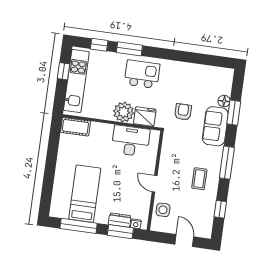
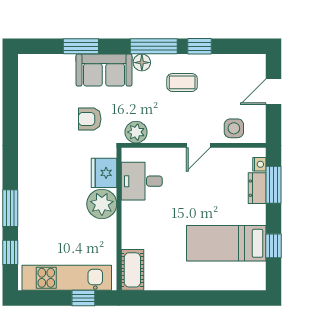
window: (64, 71) -> (83, 298), moved
kitchen island: (142, 74) -> (44, 185), removed
floor lamp: (224, 101) -> (142, 63), moved
desk: (131, 141) -> (142, 181), width x0.73
plant: (170, 142) -> (136, 132), added
window: (220, 209) -> (199, 46), moved
window: (79, 226) -> (274, 246), width x0.46

